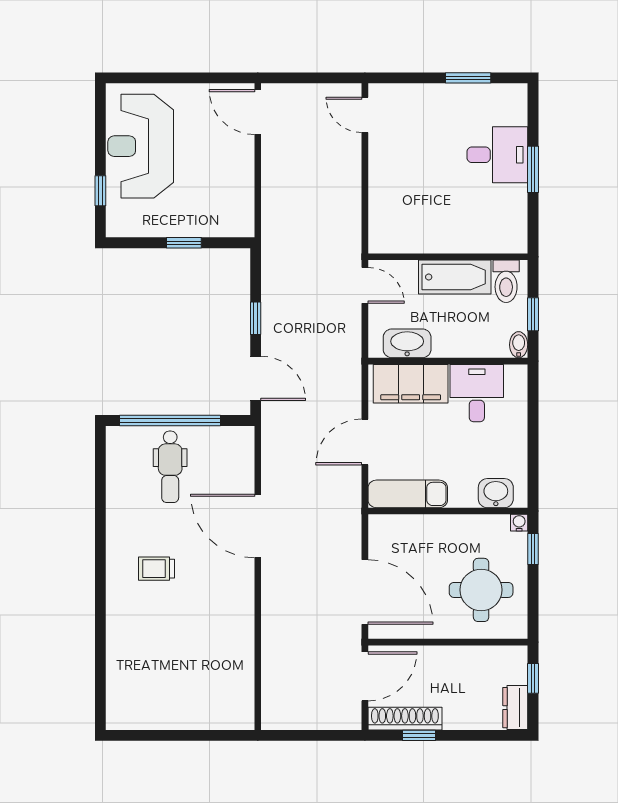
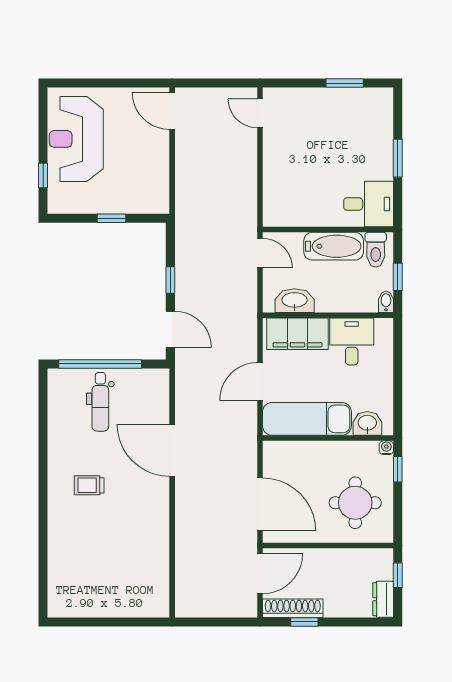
desk: (497, 155) -> (369, 204), moved
exam couch: (408, 494) -> (307, 419), width x1.36, depth x1.45

